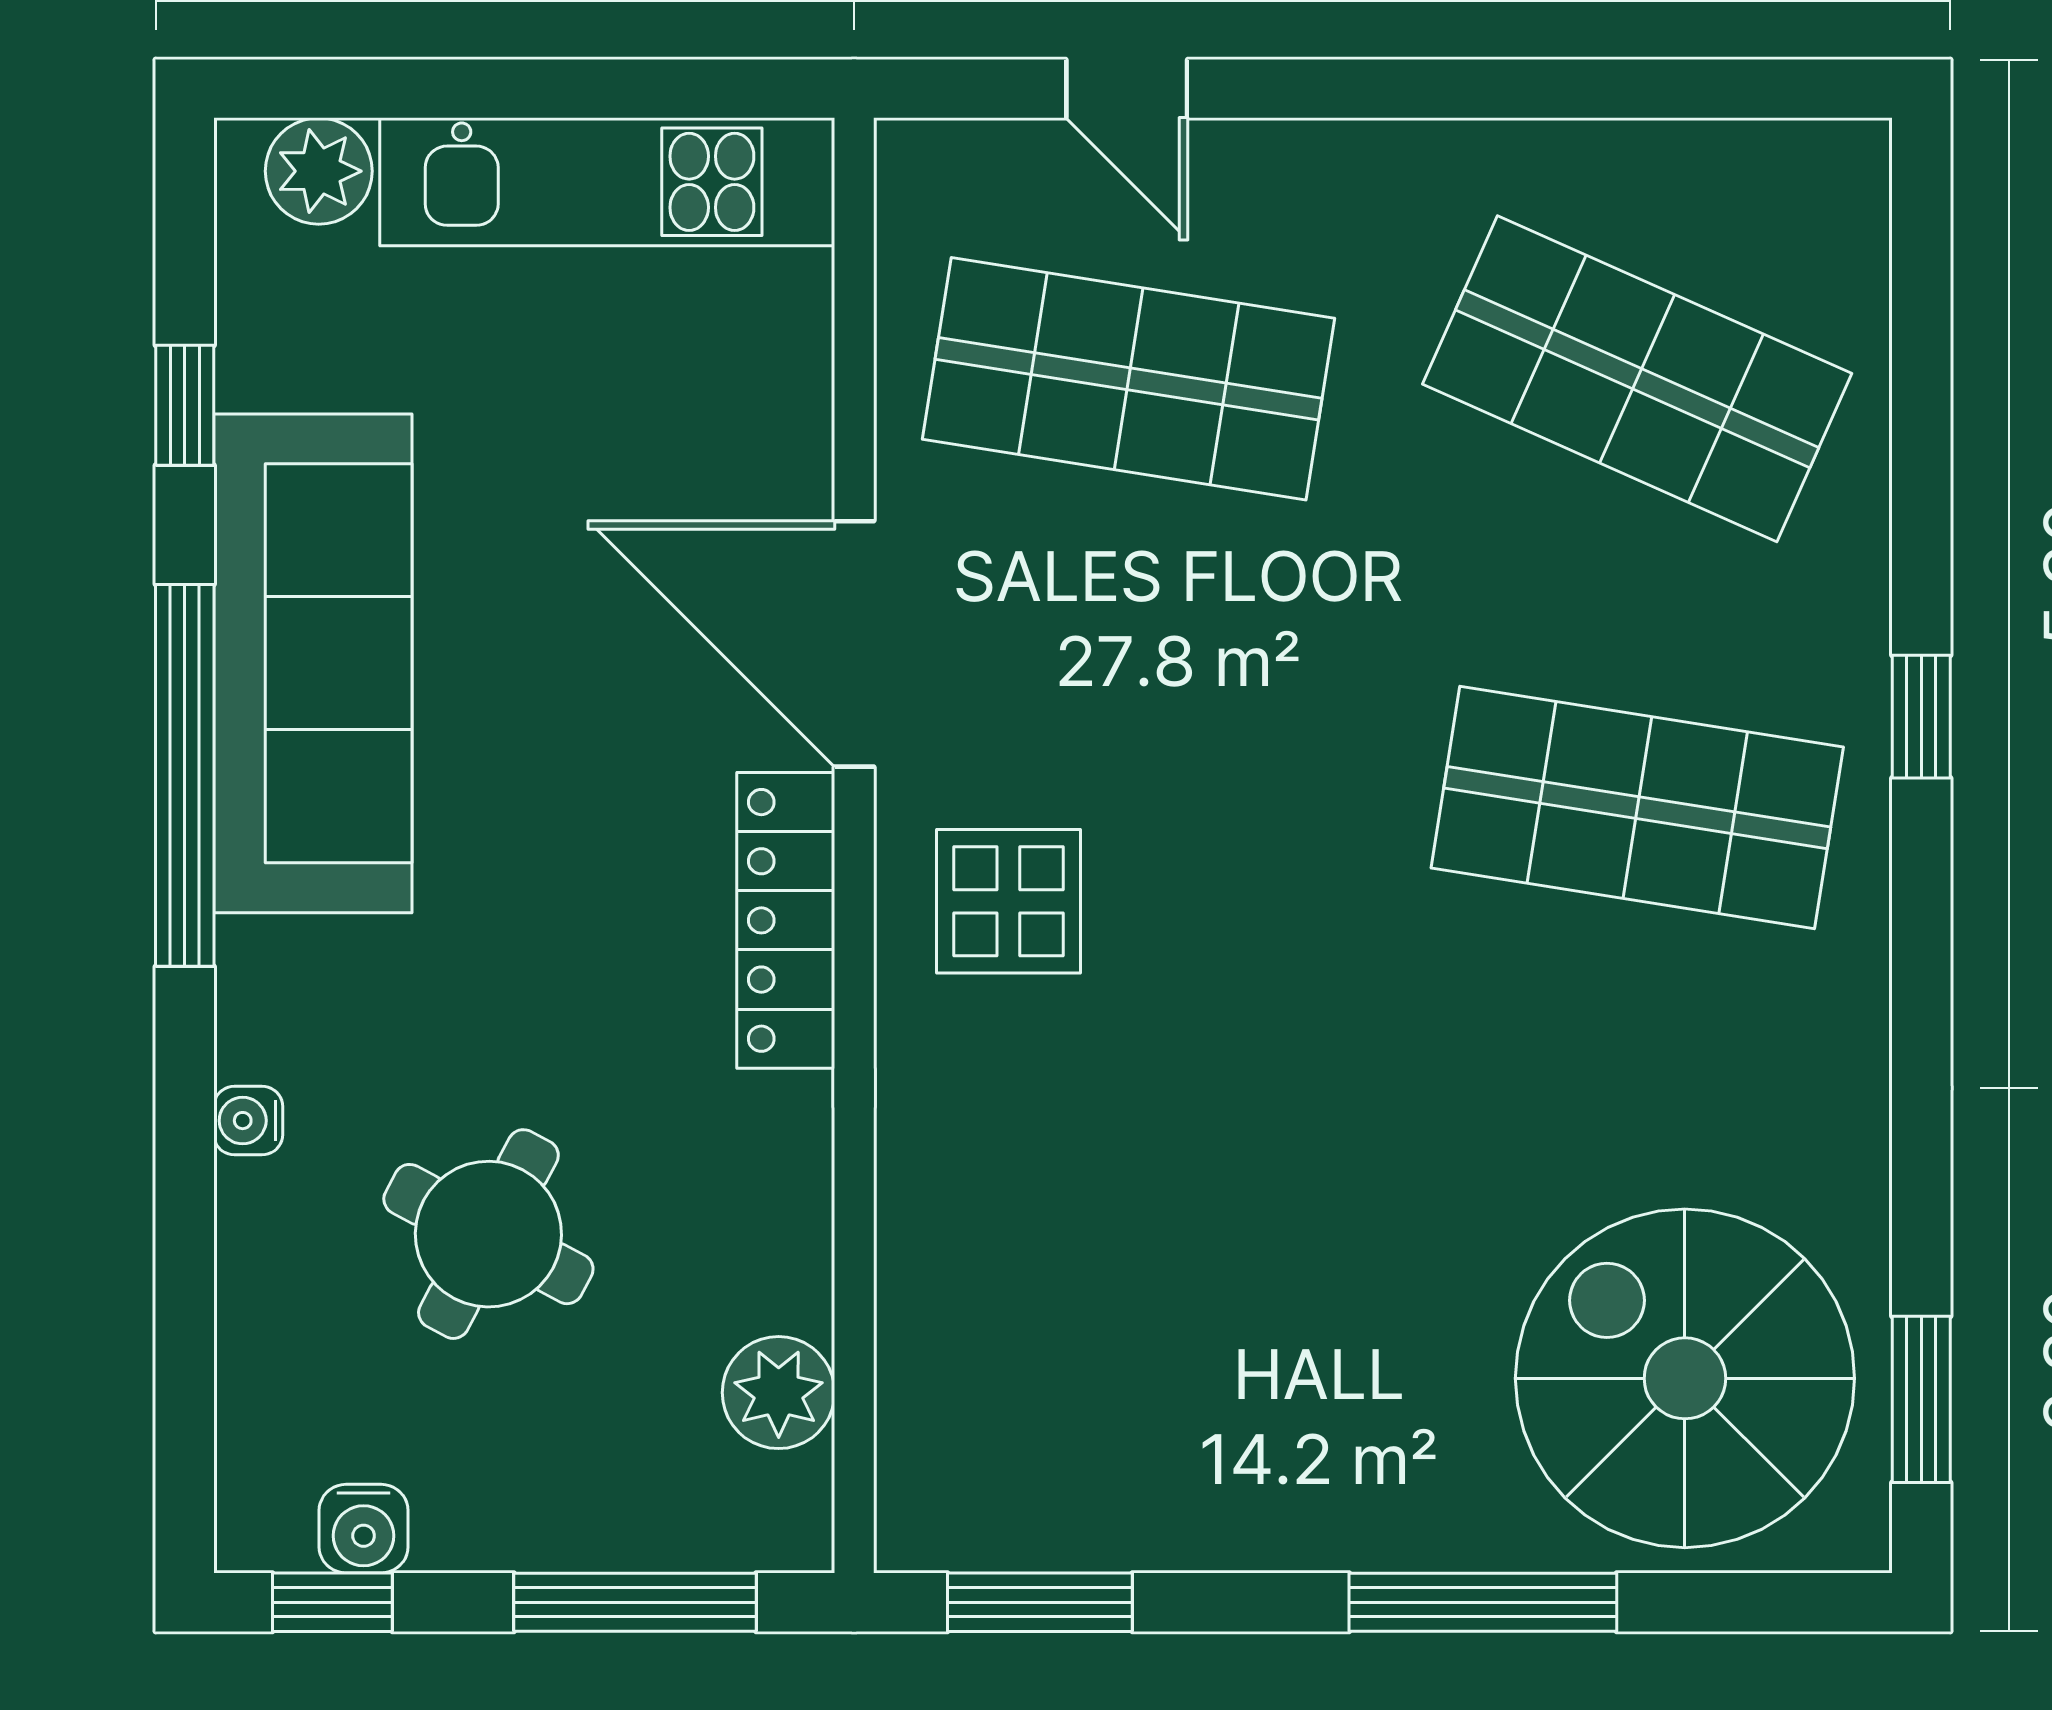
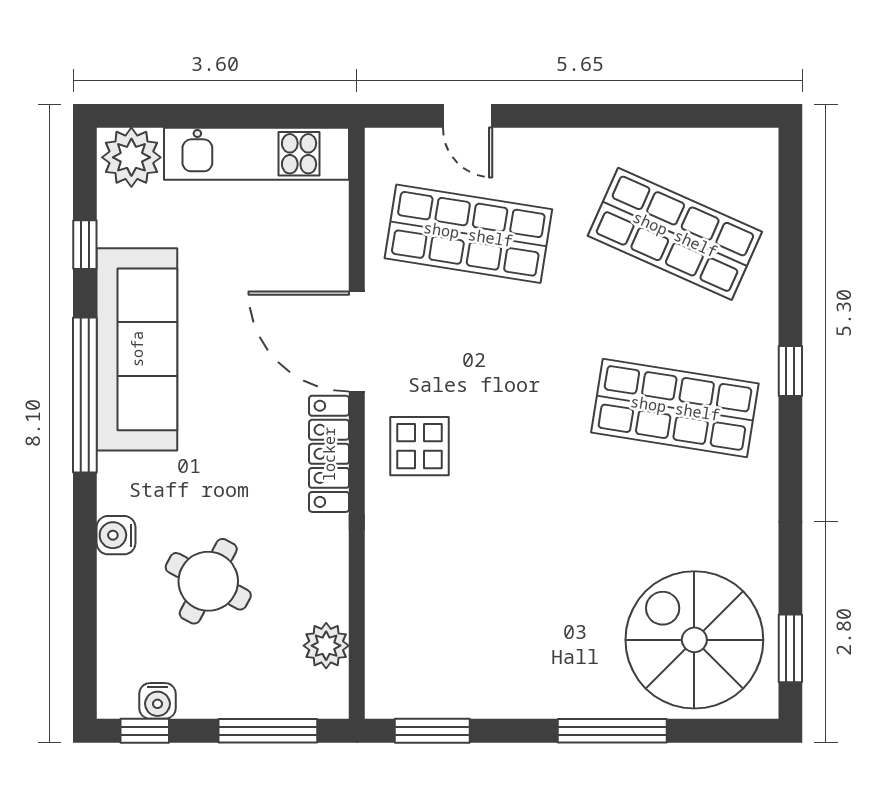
plant: (319, 171) -> (131, 157), width x1.36, depth x1.36
water cooler: (248, 1121) -> (116, 535), width x1.38, depth x1.38

